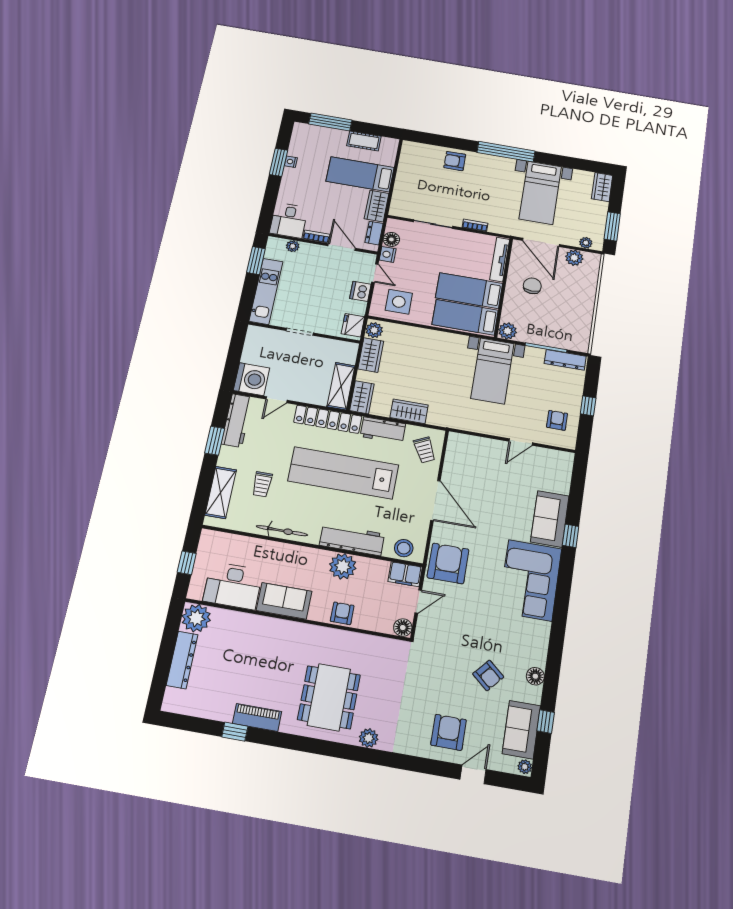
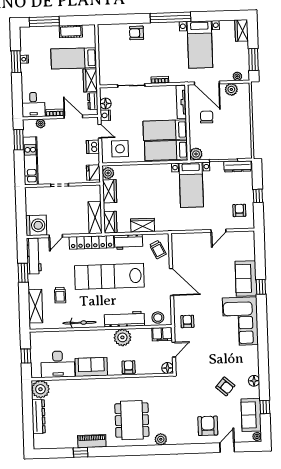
armchair: (448, 563) -> (187, 321), width x0.53, depth x0.53

